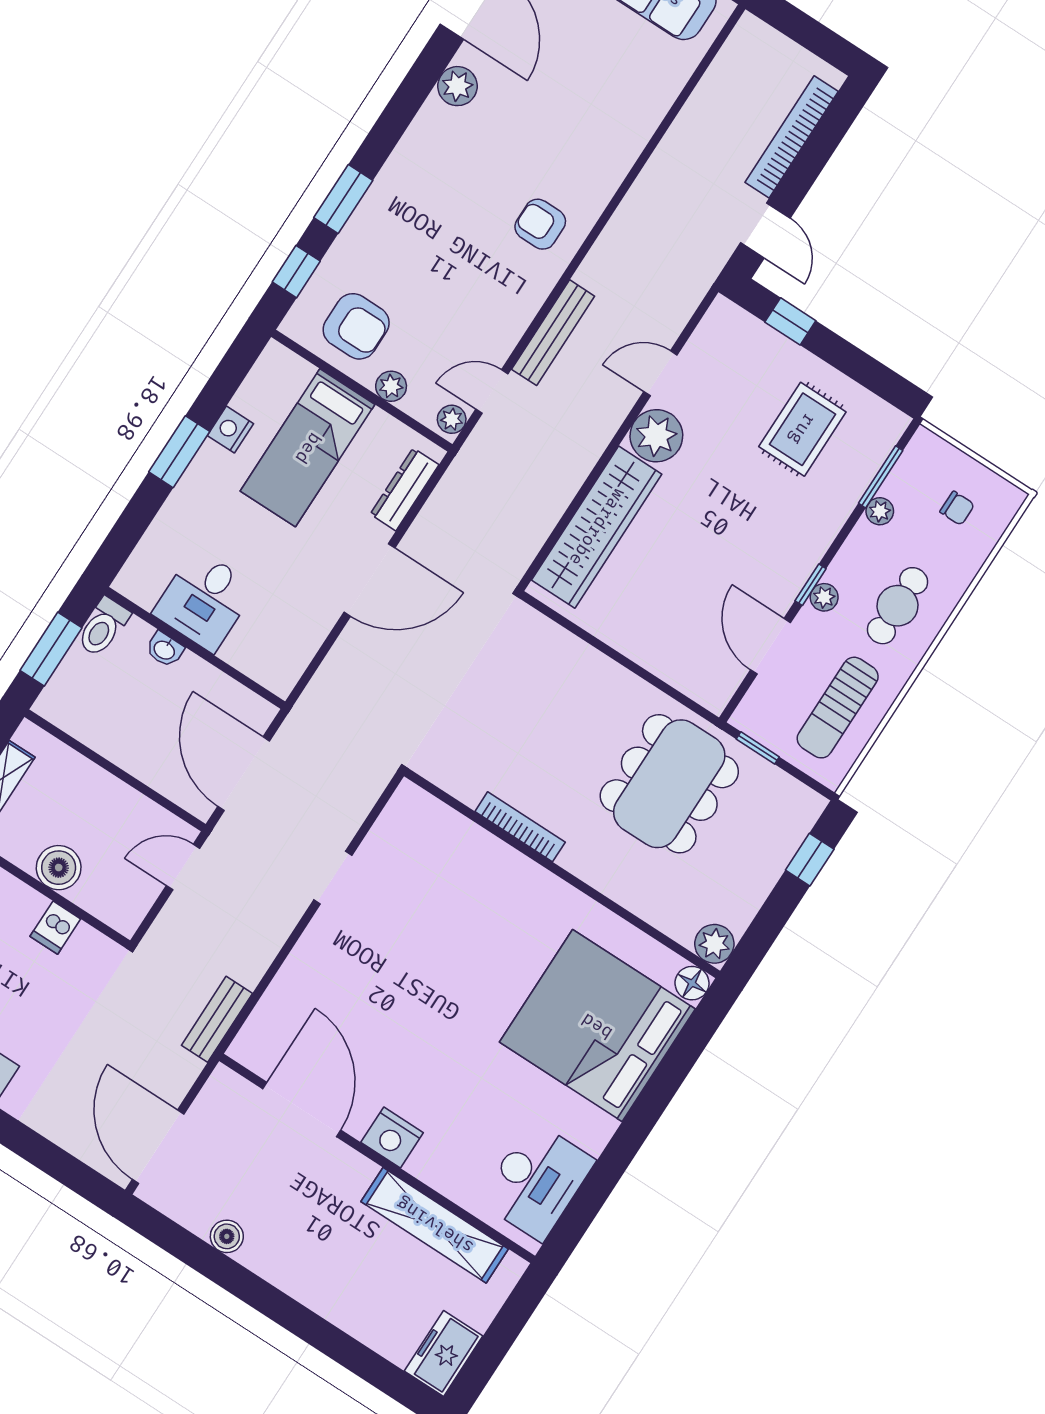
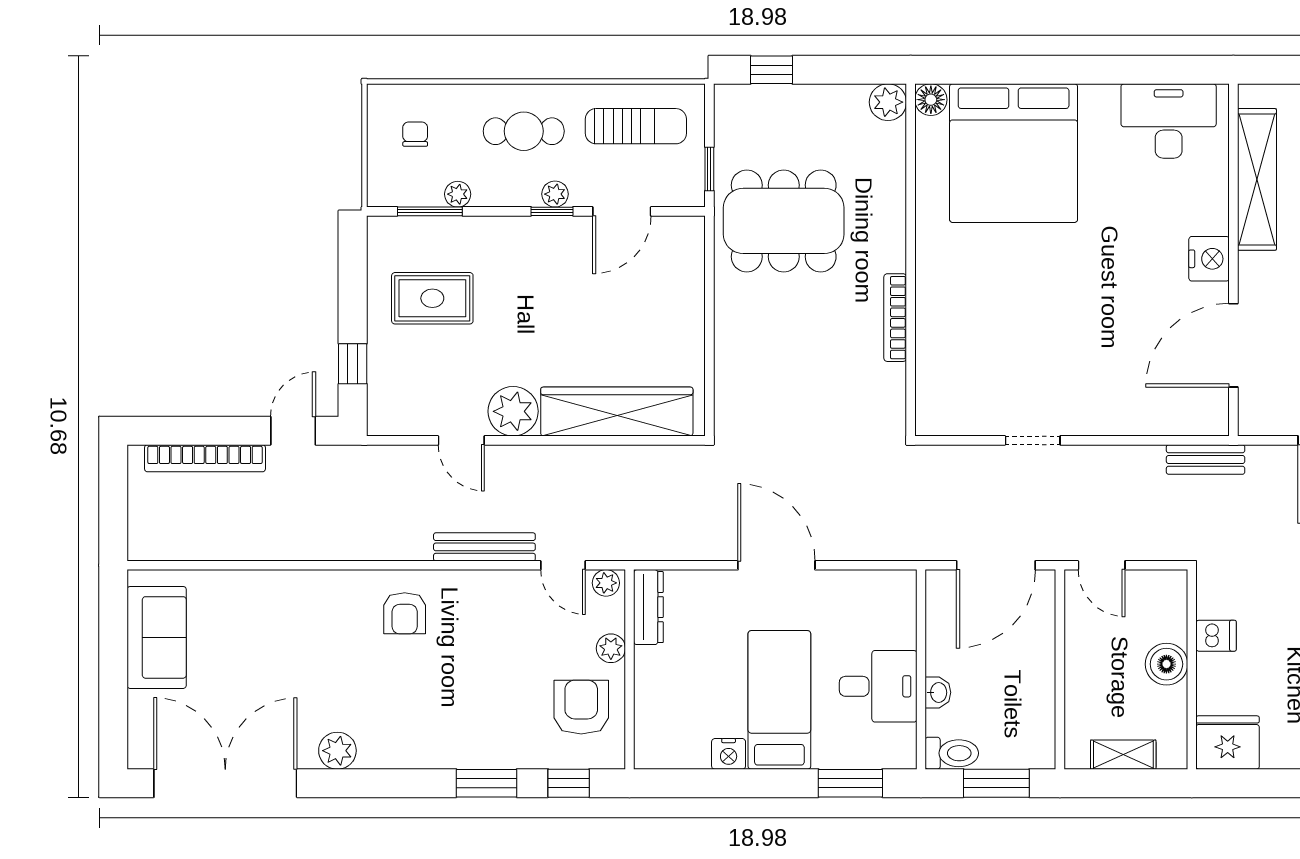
bed: (308, 448) -> (779, 700), moved, turned -90
window: (179, 452) -> (850, 783), moved
dresser: (405, 489) -> (648, 607), moved, turned -90

